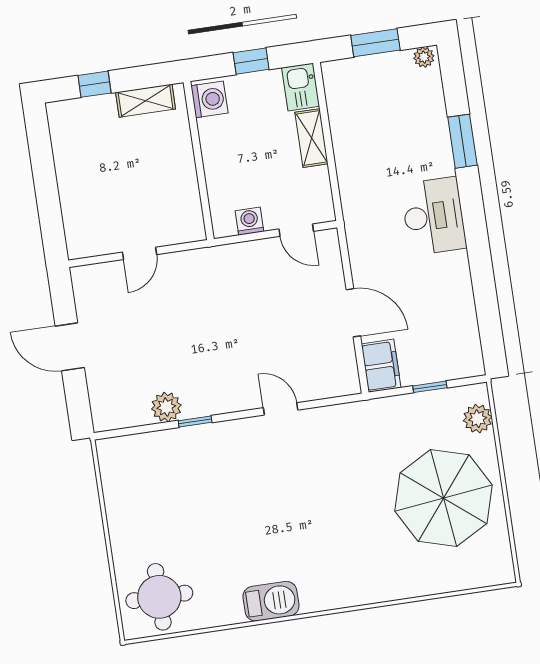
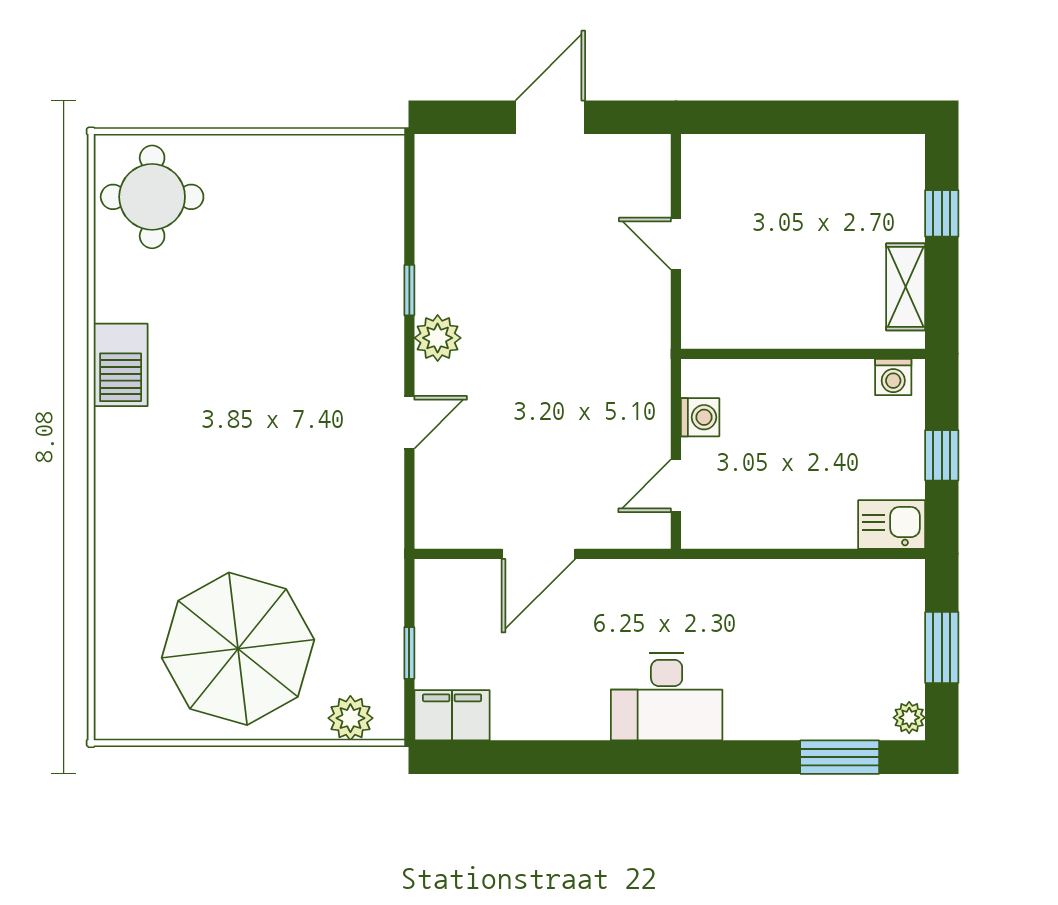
washing machine: (209, 99) -> (893, 377), width x0.73, depth x0.73
shelving: (312, 138) -> (812, 530), removed
window: (462, 141) -> (840, 757), moved
filing cabinet: (381, 366) -> (452, 715), moved, turned 180
plant: (166, 407) -> (438, 338), moved

